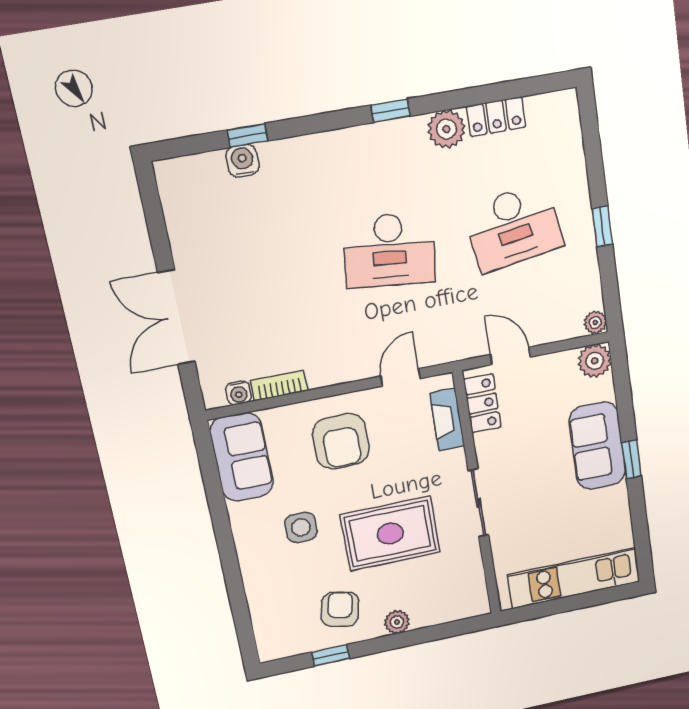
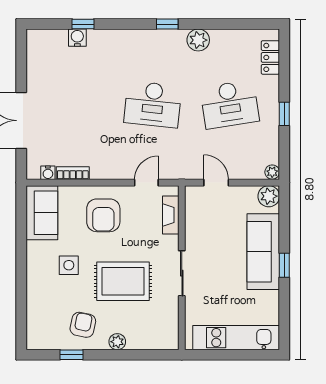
locker: (496, 117) -> (270, 57), moved, turned 90
locker: (482, 403) -> (194, 209), removed
sofa: (597, 446) -> (263, 252), width x1.36

